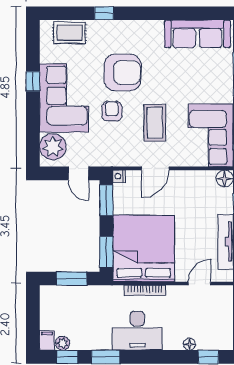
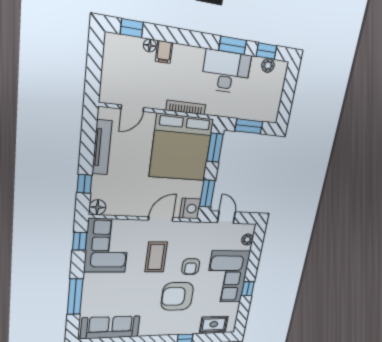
plant: (53, 147) -> (247, 239), width x0.53, depth x0.53
nightstand: (119, 176) -> (190, 209), width x1.89, depth x1.79
desk: (137, 331) -> (226, 72), moved
filing cabinet: (47, 340) -> (164, 52), moved

